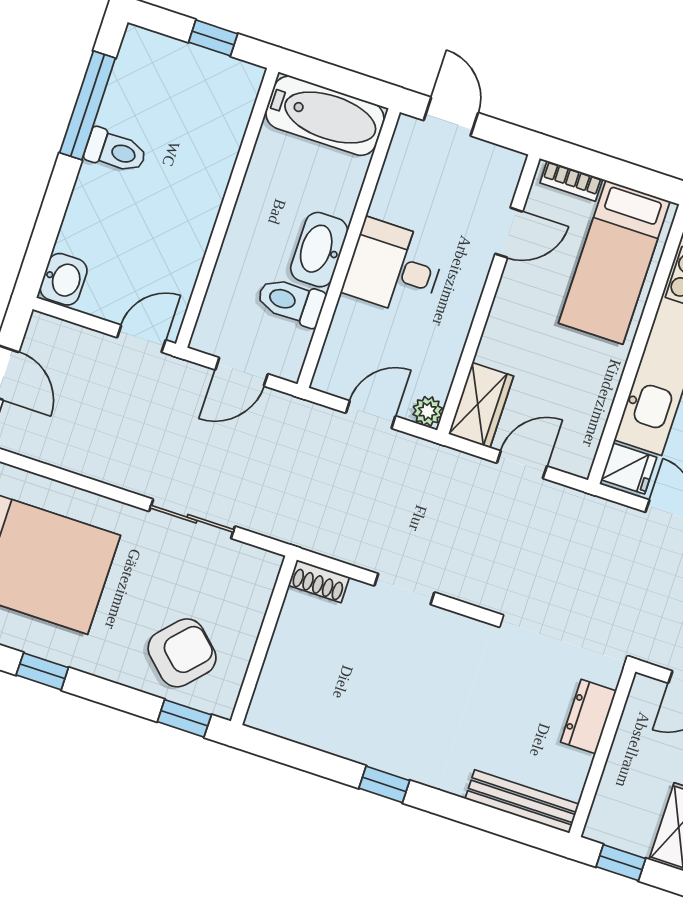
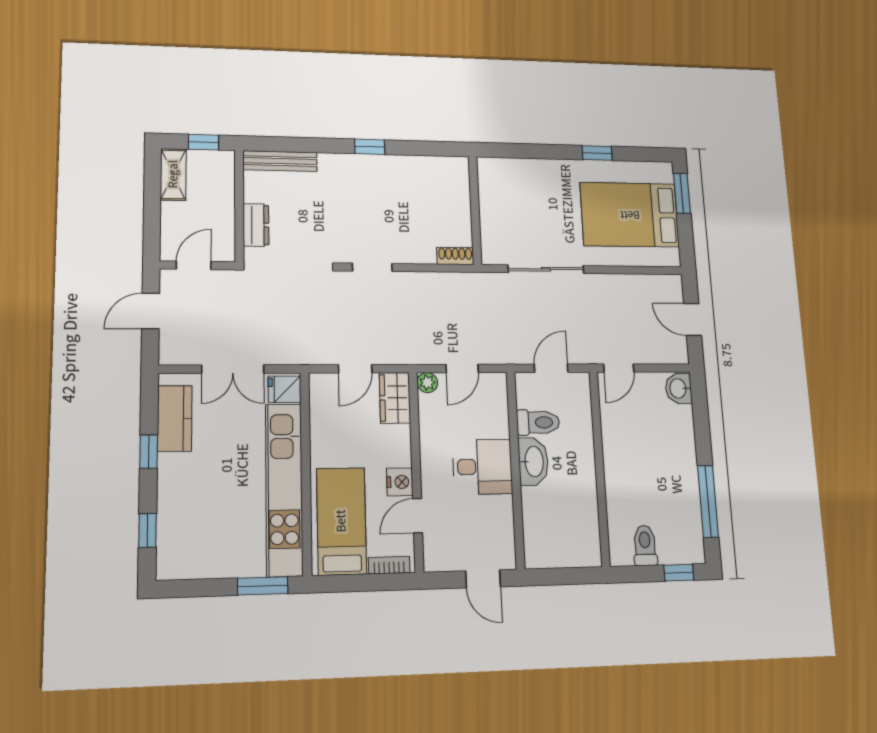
window: (213, 38) -> (679, 573), moved
bathtub: (325, 116) -> (563, 549), removed
toilet: (116, 151) -> (645, 545), moved, turned 90
nightstand: (516, 287) -> (400, 482), added
sliding door: (192, 519) -> (546, 269), width x1.37
doorway: (404, 589) -> (372, 267), moved
armchair: (182, 653) -> (521, 188), removed
window: (184, 718) -> (504, 150), removed

